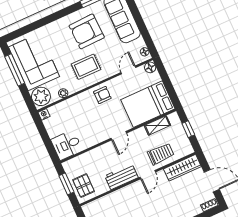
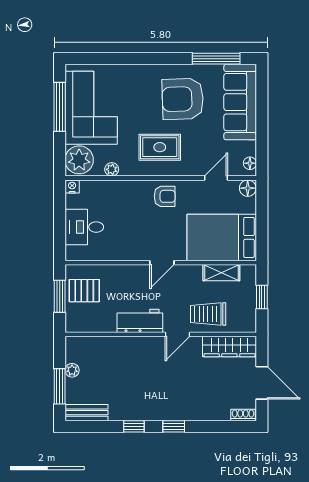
desk: (67, 145) -> (84, 227), moved
trolley: (161, 154) -> (208, 314), turned 180
pallet: (84, 186) -> (84, 291), moved, turned 90

